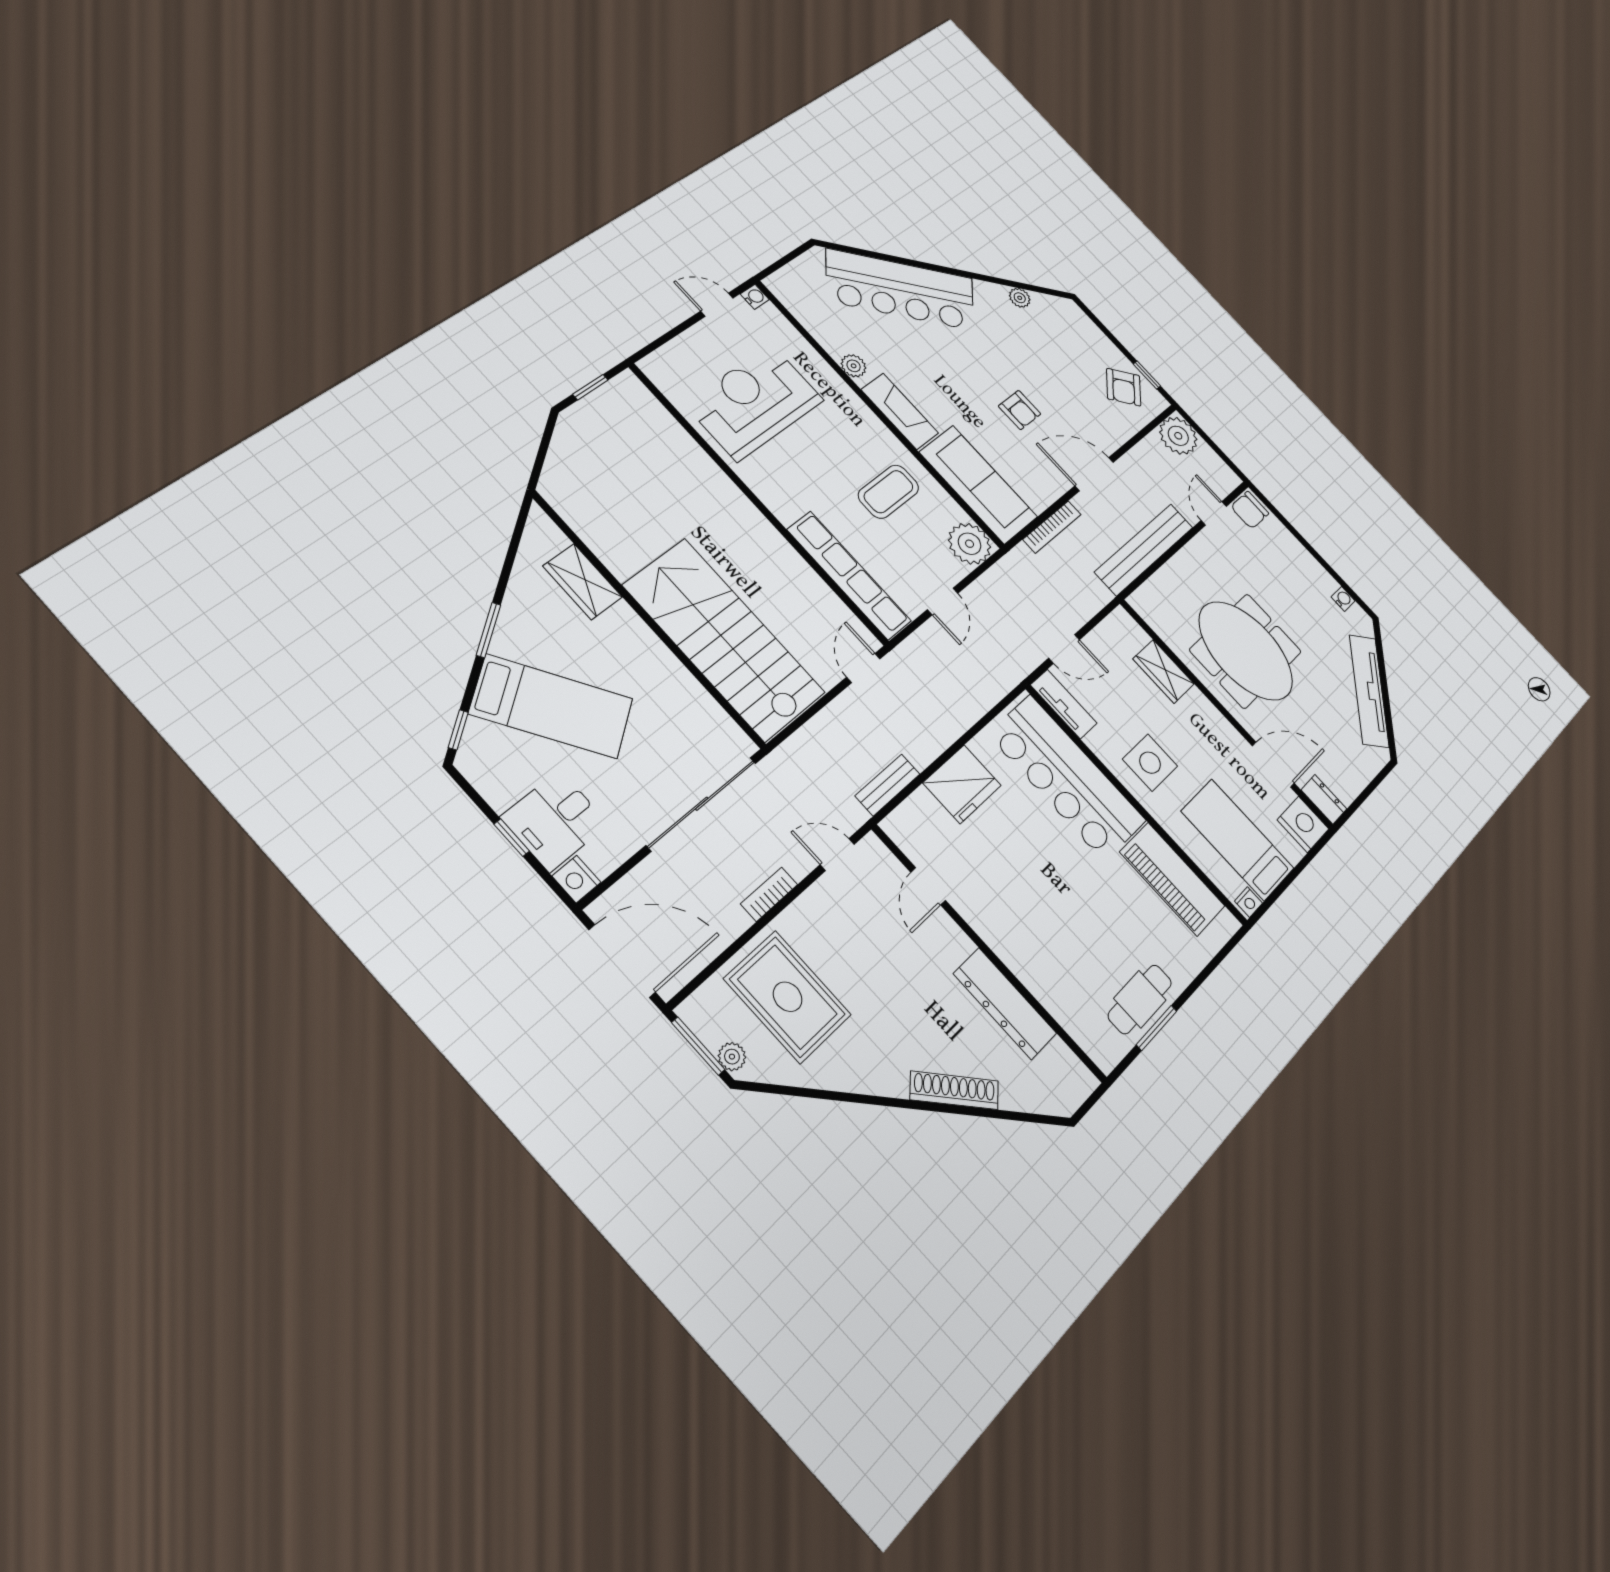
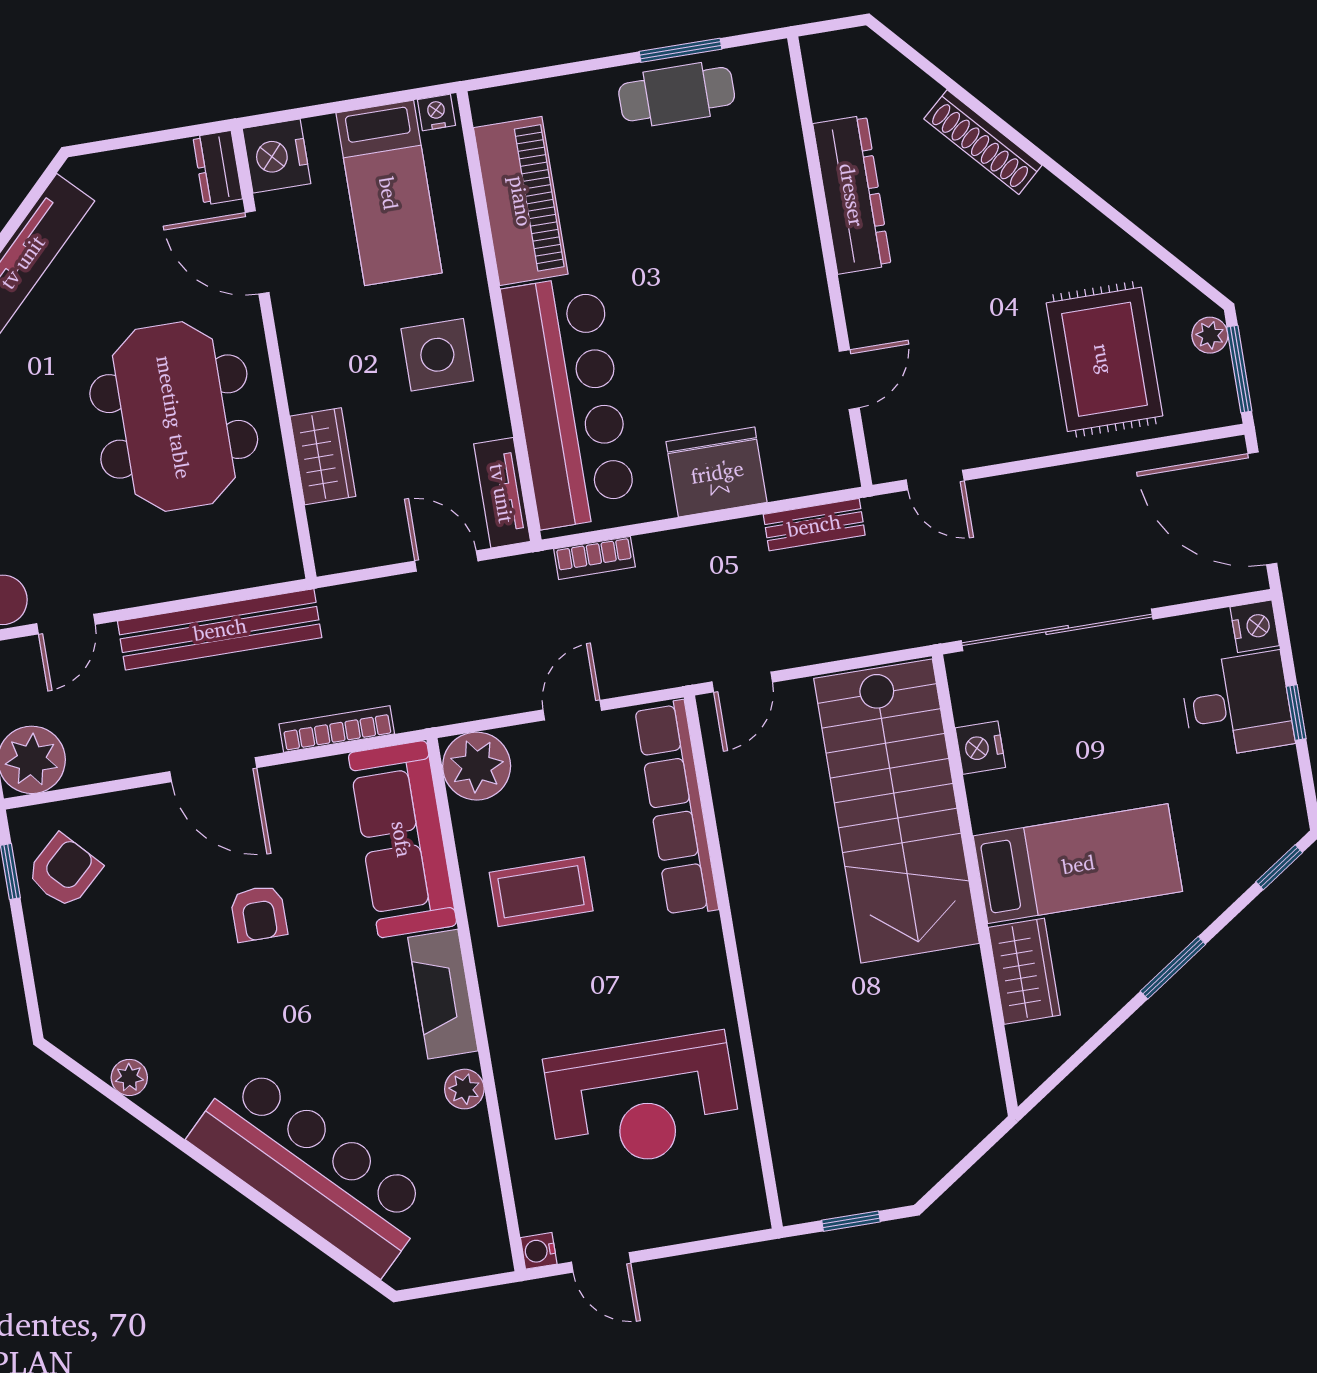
armchair: (1020, 410) -> (259, 914), turned 180
nightstand: (700, 704) -> (980, 748), added
bed: (551, 706) -> (1078, 864), moved, turned 124
bookcase: (769, 894) -> (595, 558), moved

